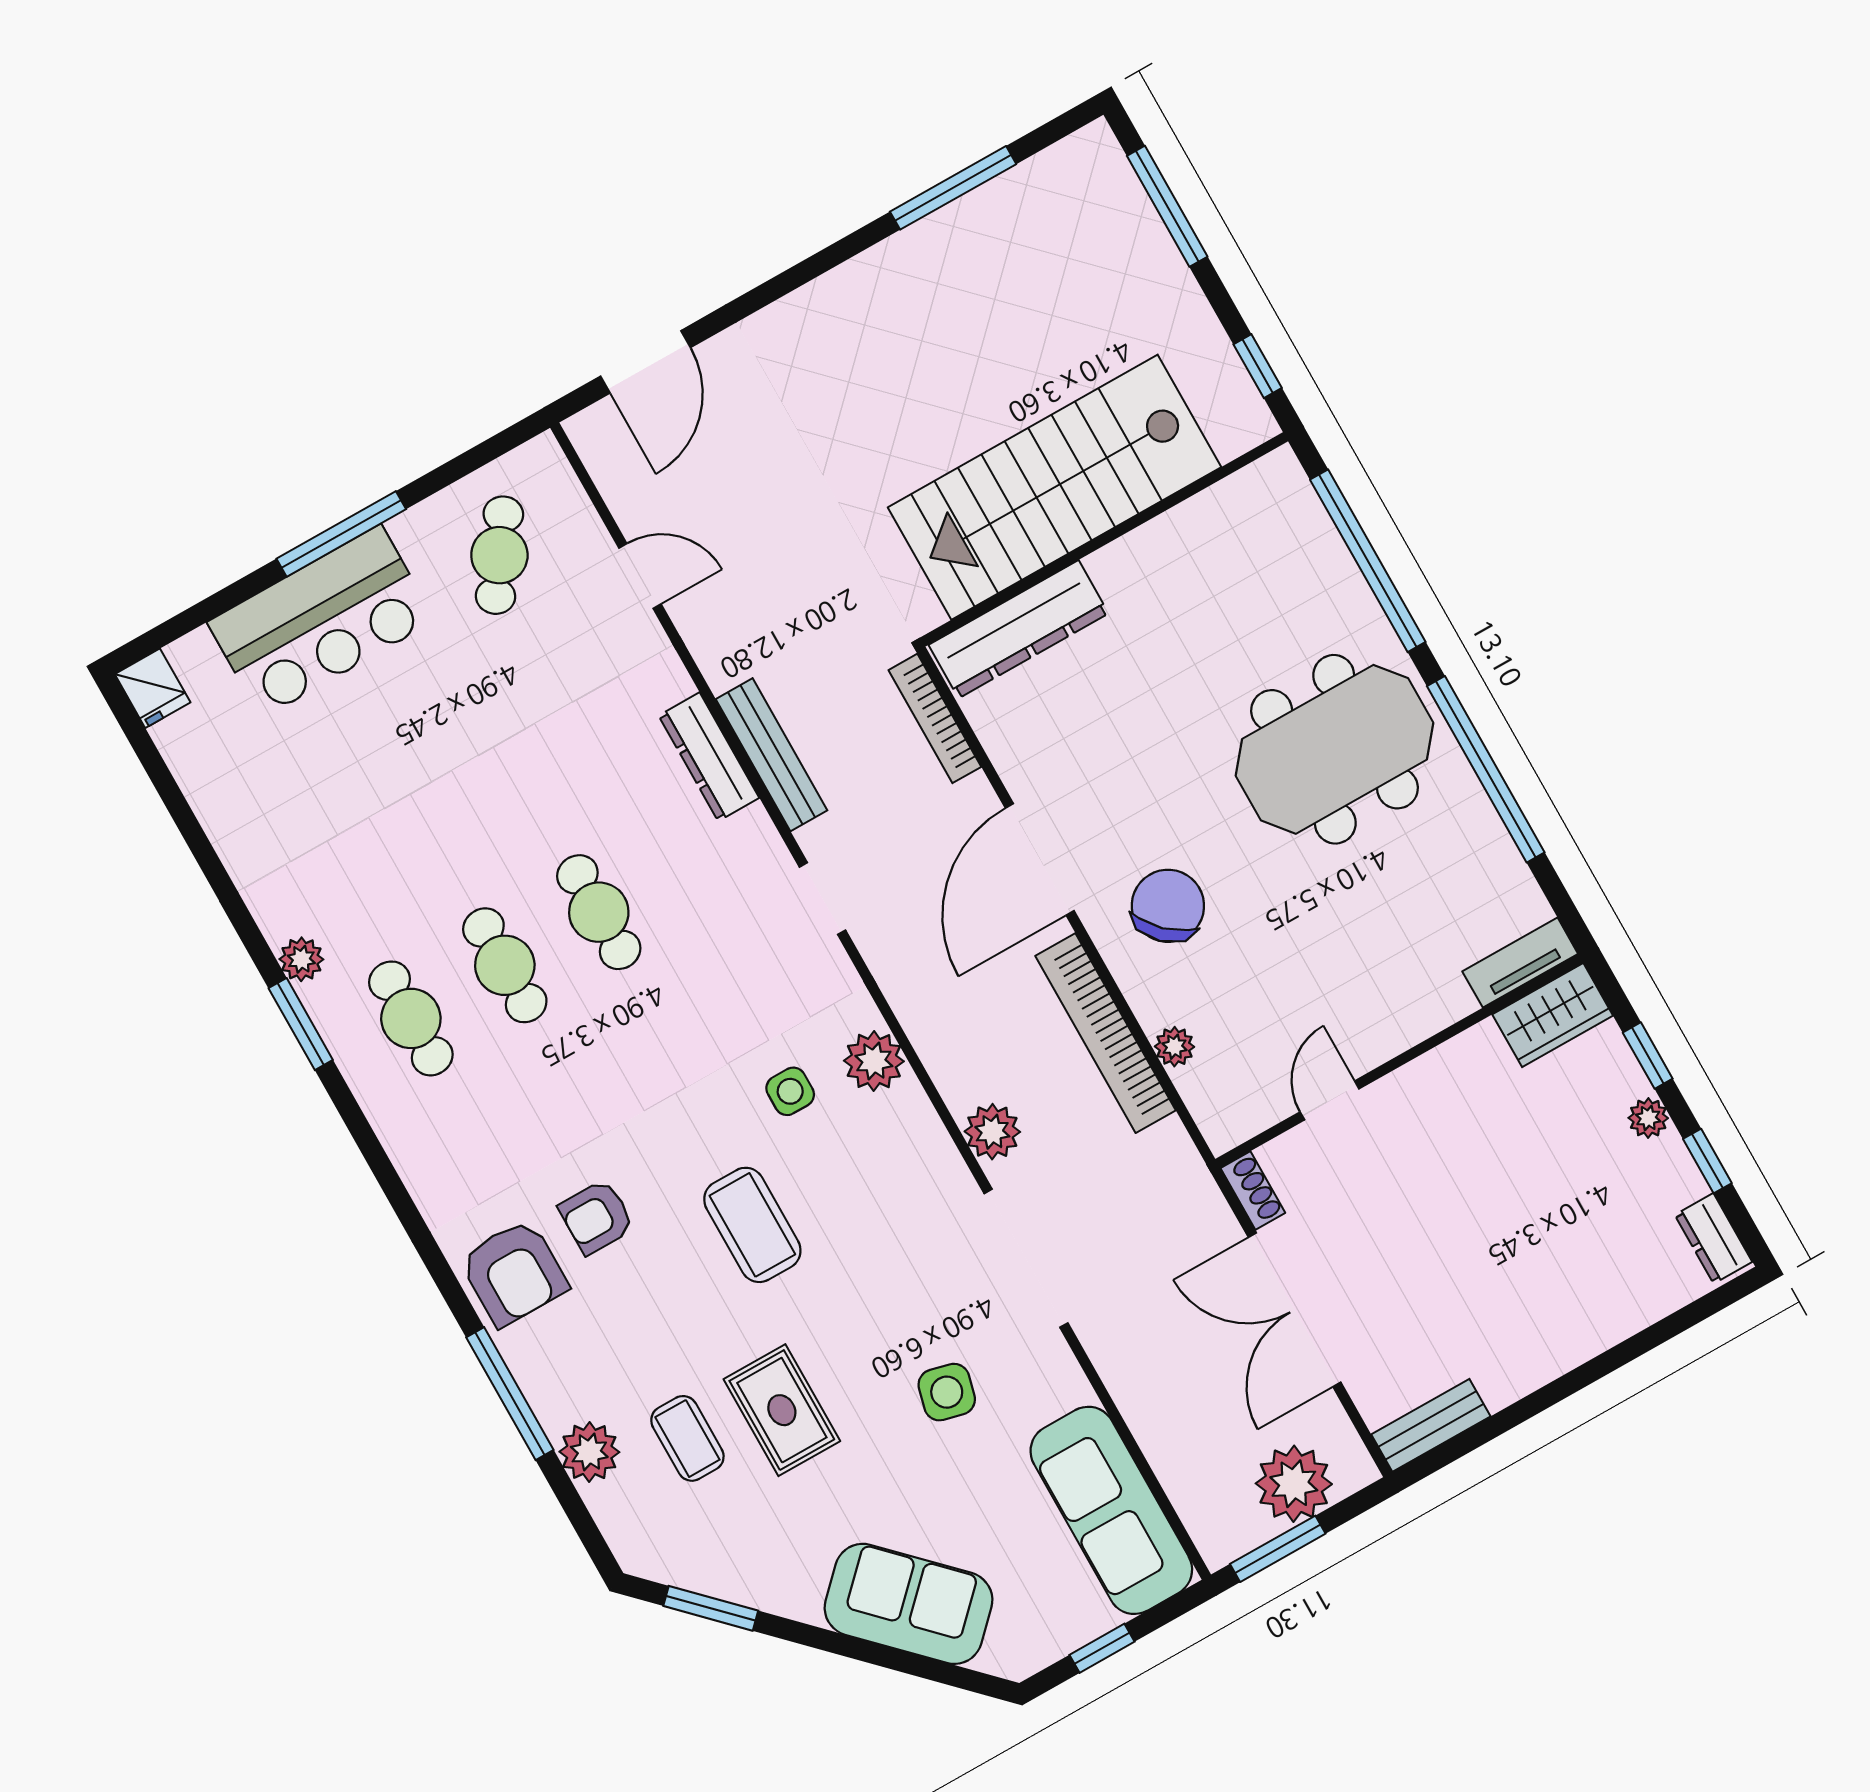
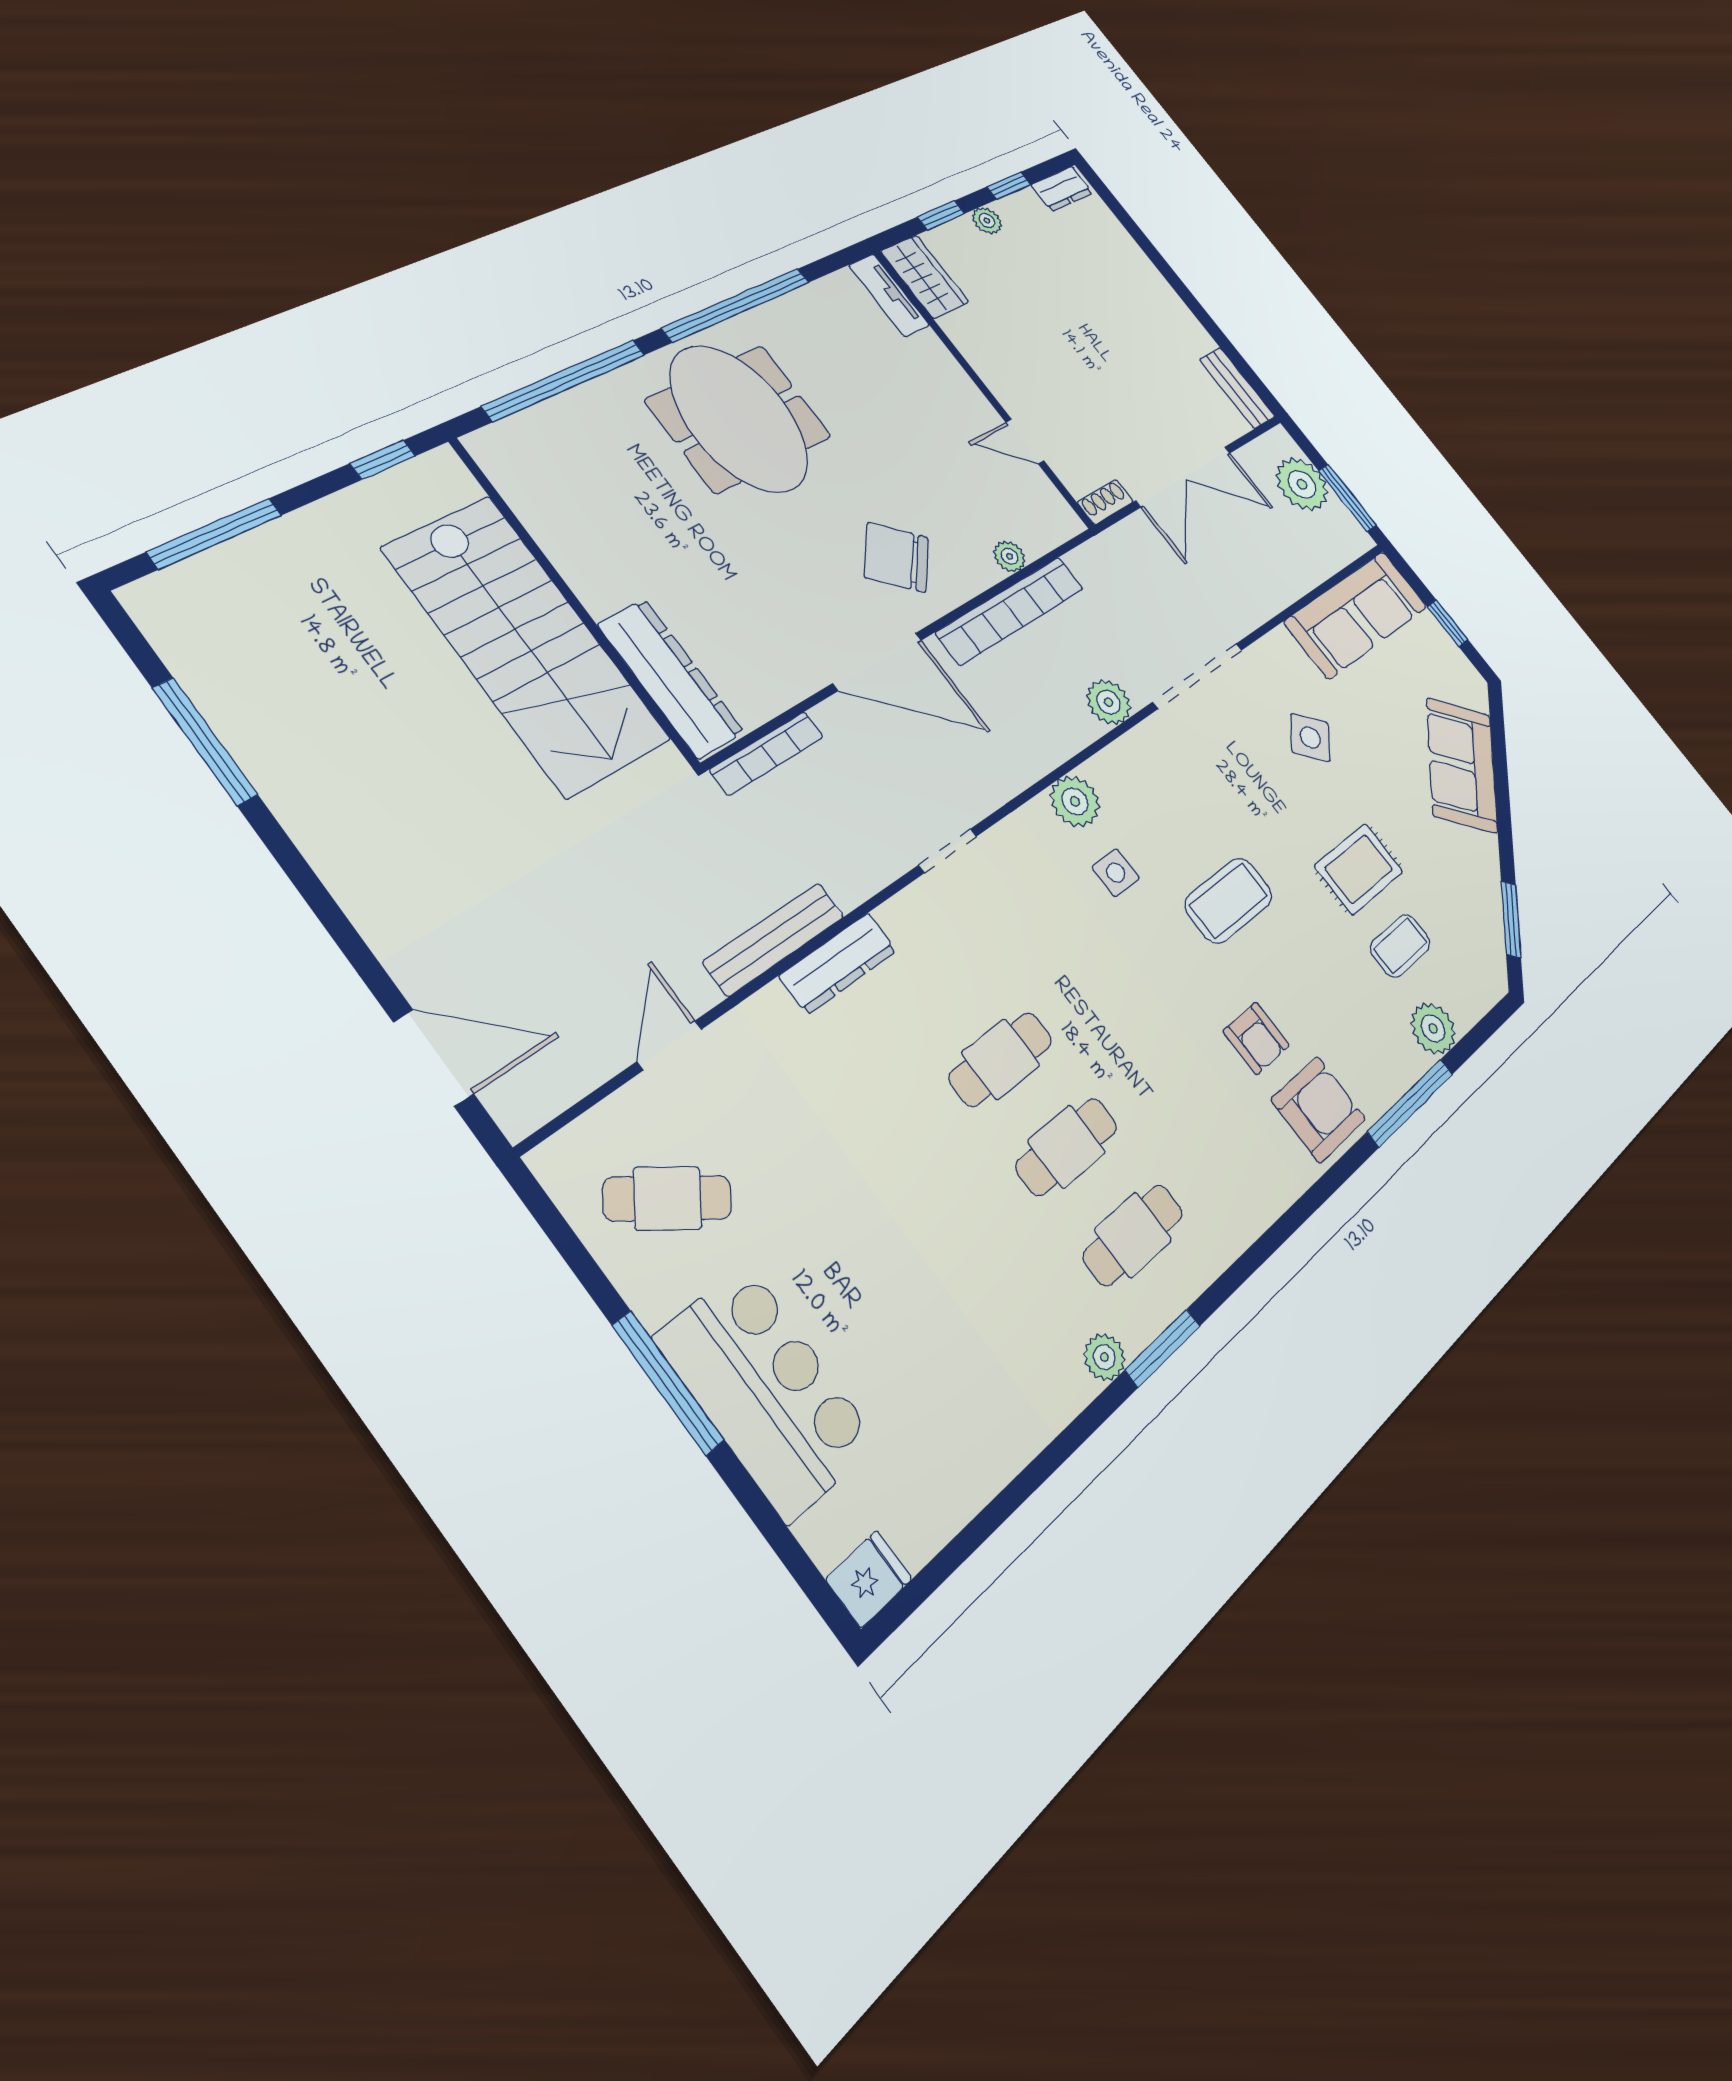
bench: (771, 755) -> (774, 939), moved
side table: (947, 1392) -> (1310, 738), turned 30

